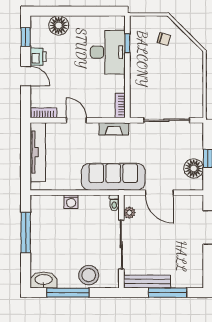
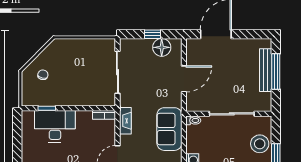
sofa: (113, 177) -> (169, 129), width x0.73
plant: (129, 213) -> (202, 106), removed
bench: (147, 282) -> (266, 70), moved

